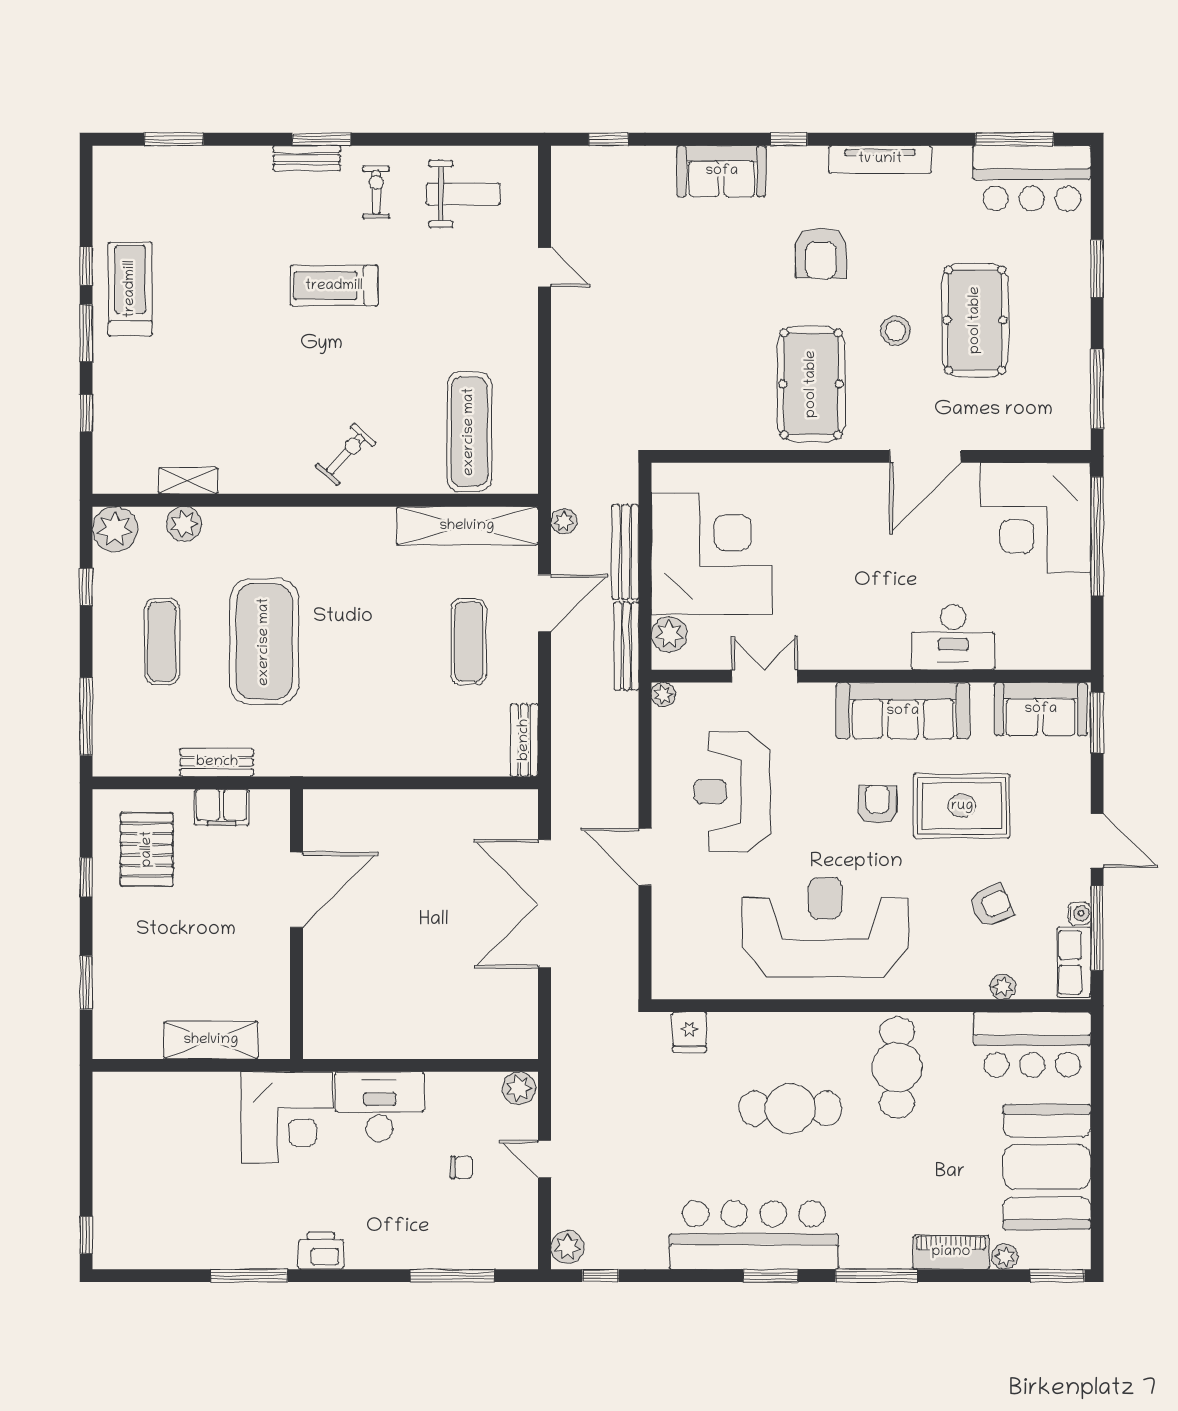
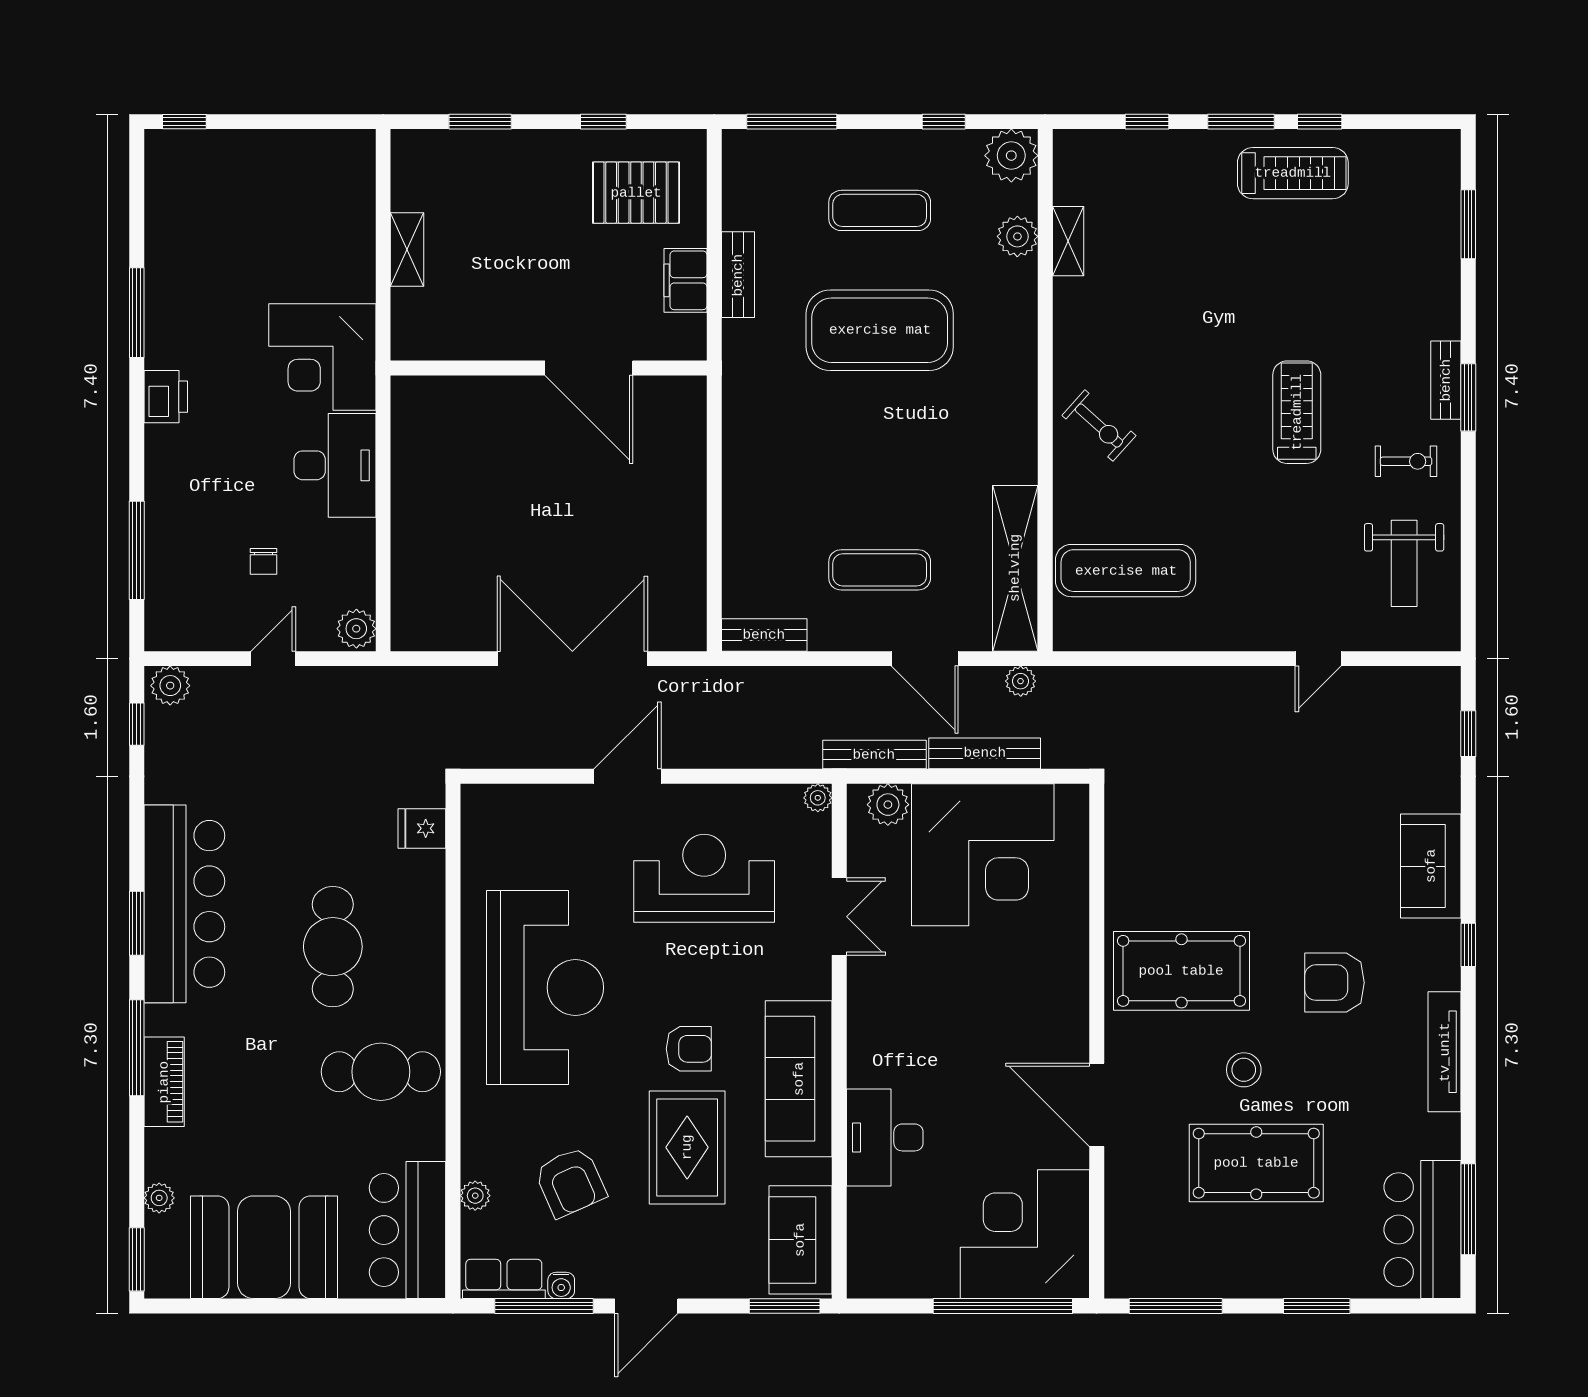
armchair: (991, 906) -> (570, 1182), width x1.38, depth x1.38
shelving: (211, 1040) -> (407, 250), width x0.67, depth x0.75
piano: (951, 1252) -> (164, 1082), moved

